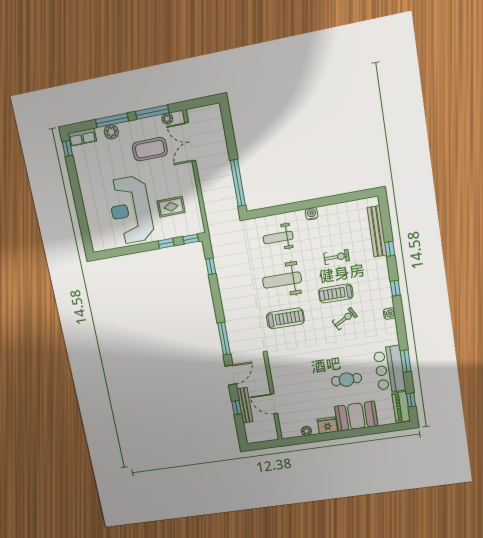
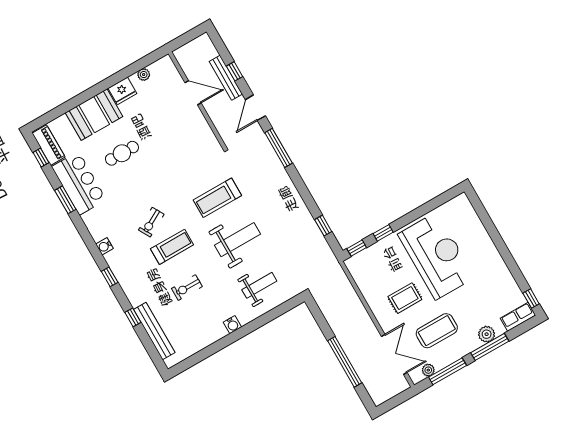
window: (238, 183) -> (345, 362), moved
rug: (171, 207) -> (405, 298), moved

